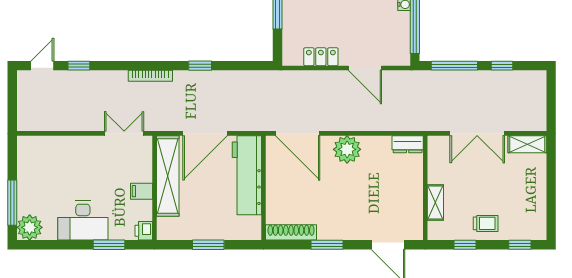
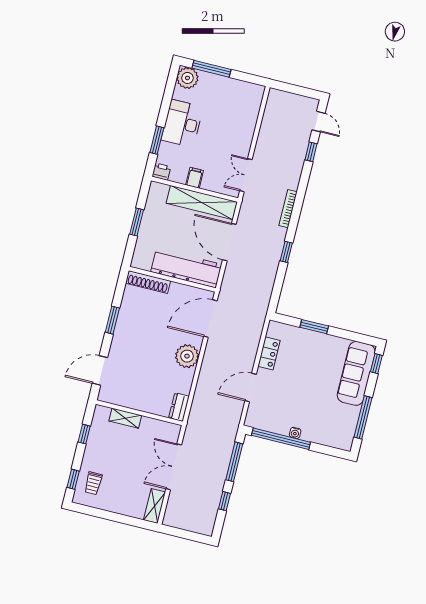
double door: (124, 133) -> (246, 175), swing flipped
trolley: (486, 223) -> (93, 483), moved
shoe rack: (291, 232) -> (148, 282), moved, turned 90

